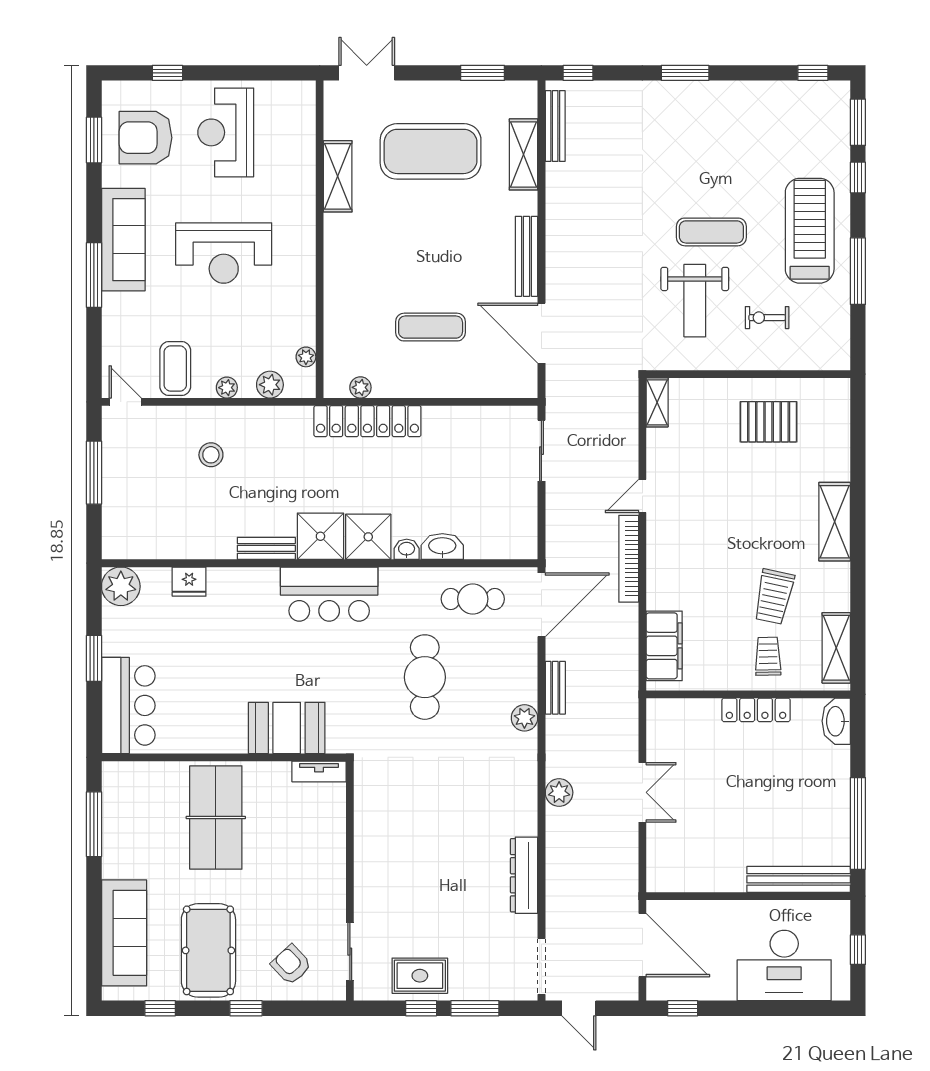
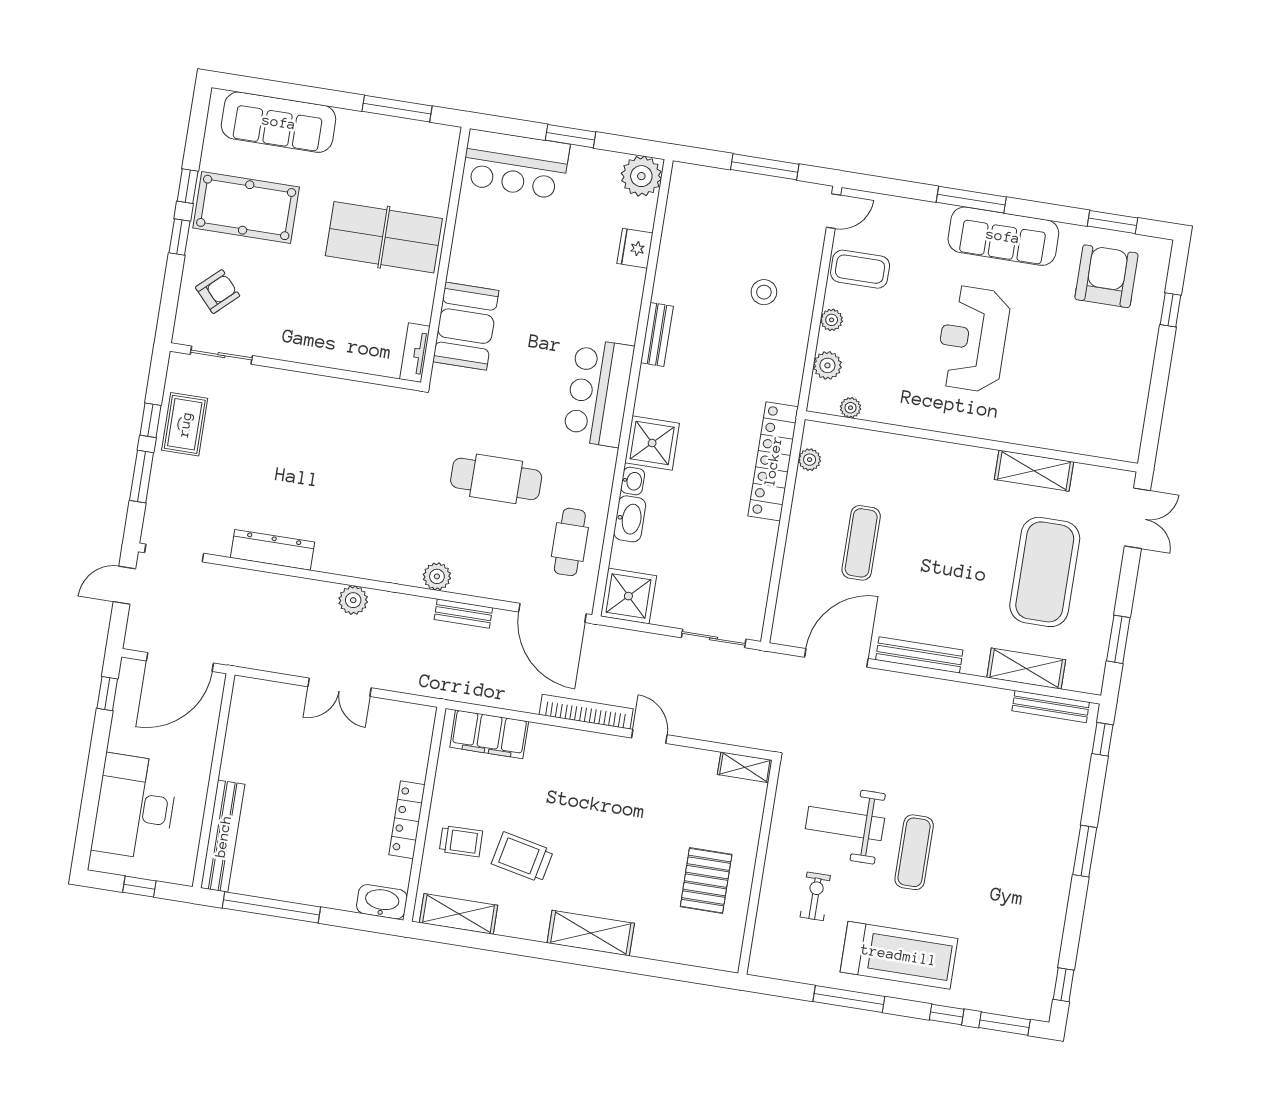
reception desk: (226, 132) -> (1099, 361), removed
shower: (320, 536) -> (628, 596), moved
window: (160, 1008) -> (188, 186), moved

